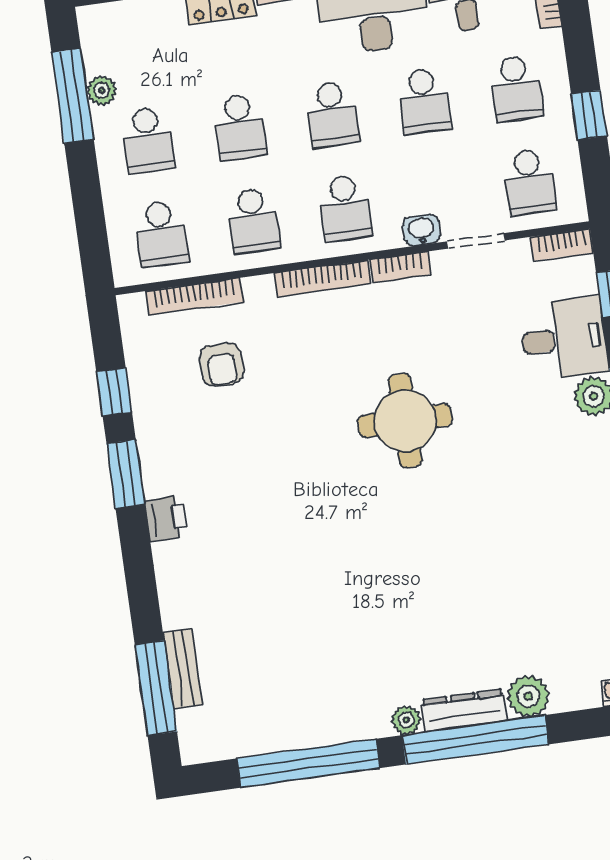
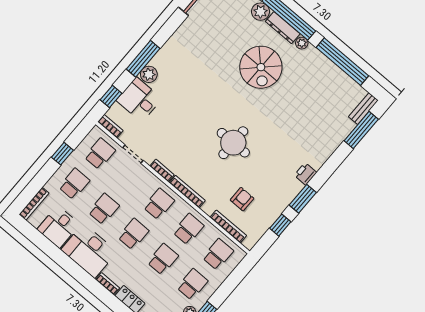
washbasin: (421, 230) -> (145, 174), removed
round table: (405, 421) -> (233, 143), moved
spiral stairs: (428, 608) -> (261, 67), added
bench: (183, 668) -> (363, 109), moved

